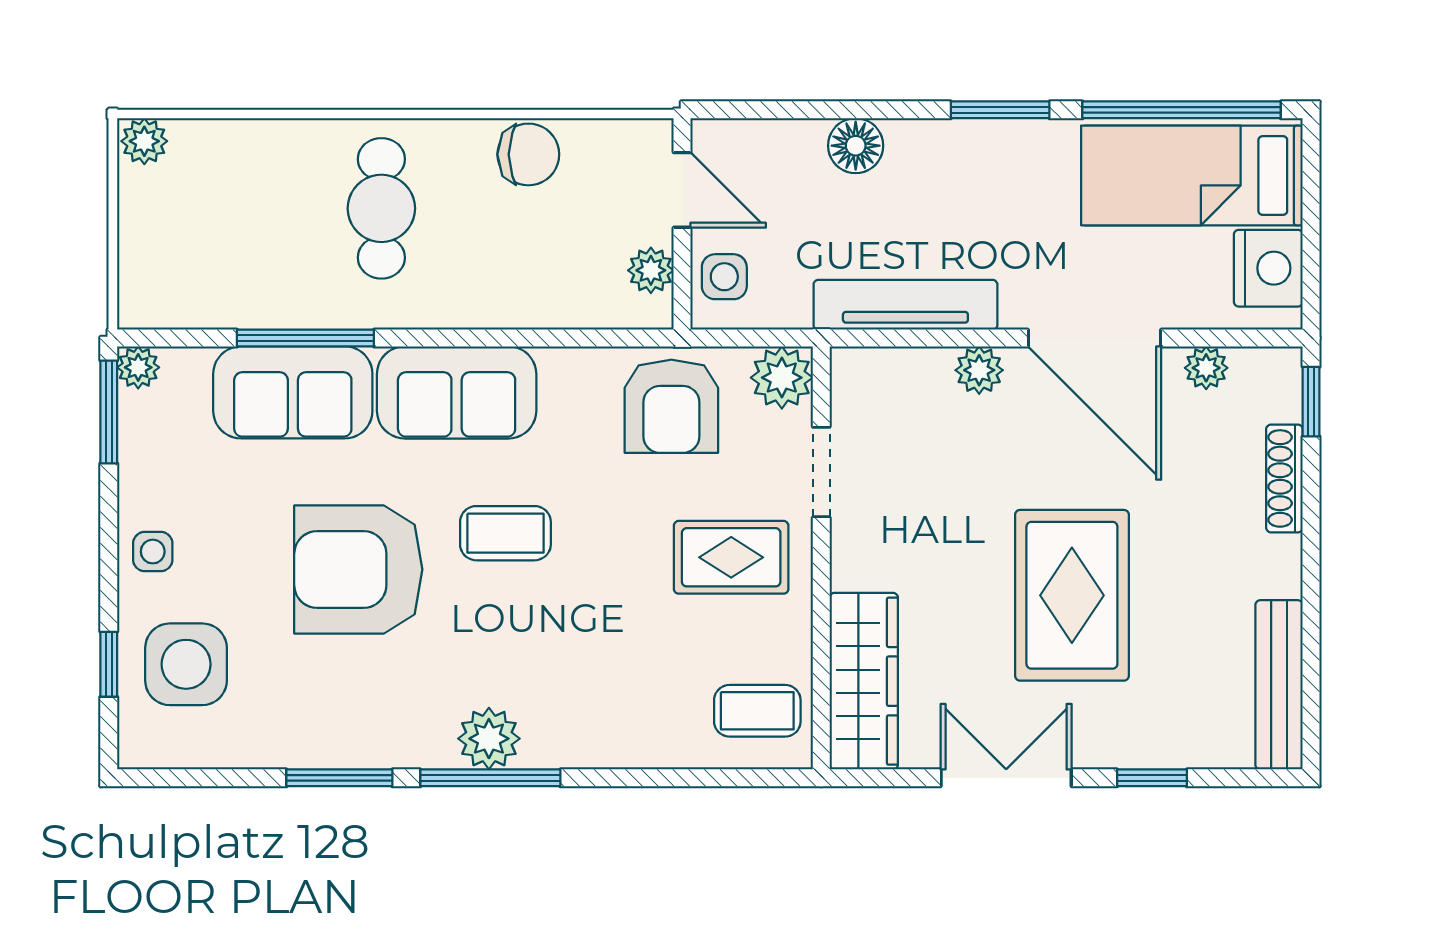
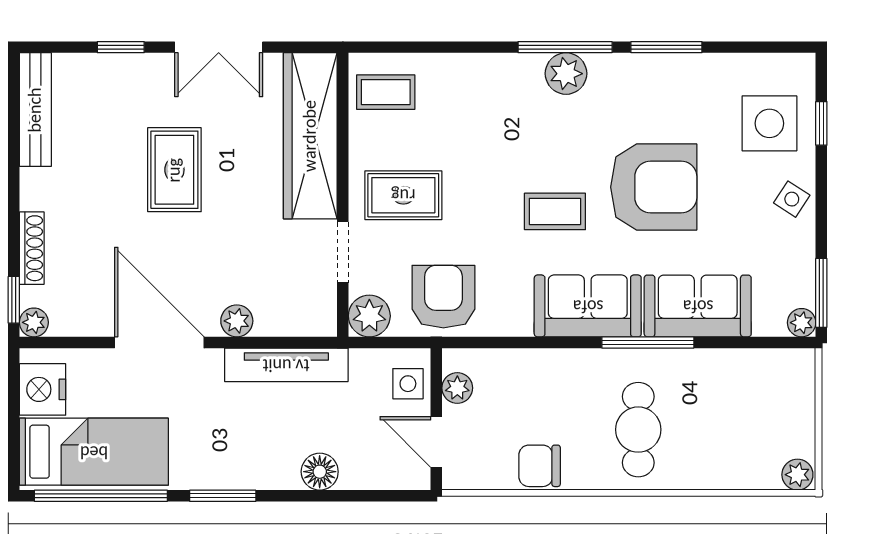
window: (305, 338) -> (648, 342), moved
plant: (1206, 368) -> (34, 322), moved
side table: (153, 552) -> (792, 199), turned 33
rug: (1072, 595) -> (174, 170), width x0.73, depth x0.70
wardrobe: (864, 681) -> (310, 136), width x1.40, depth x1.17

